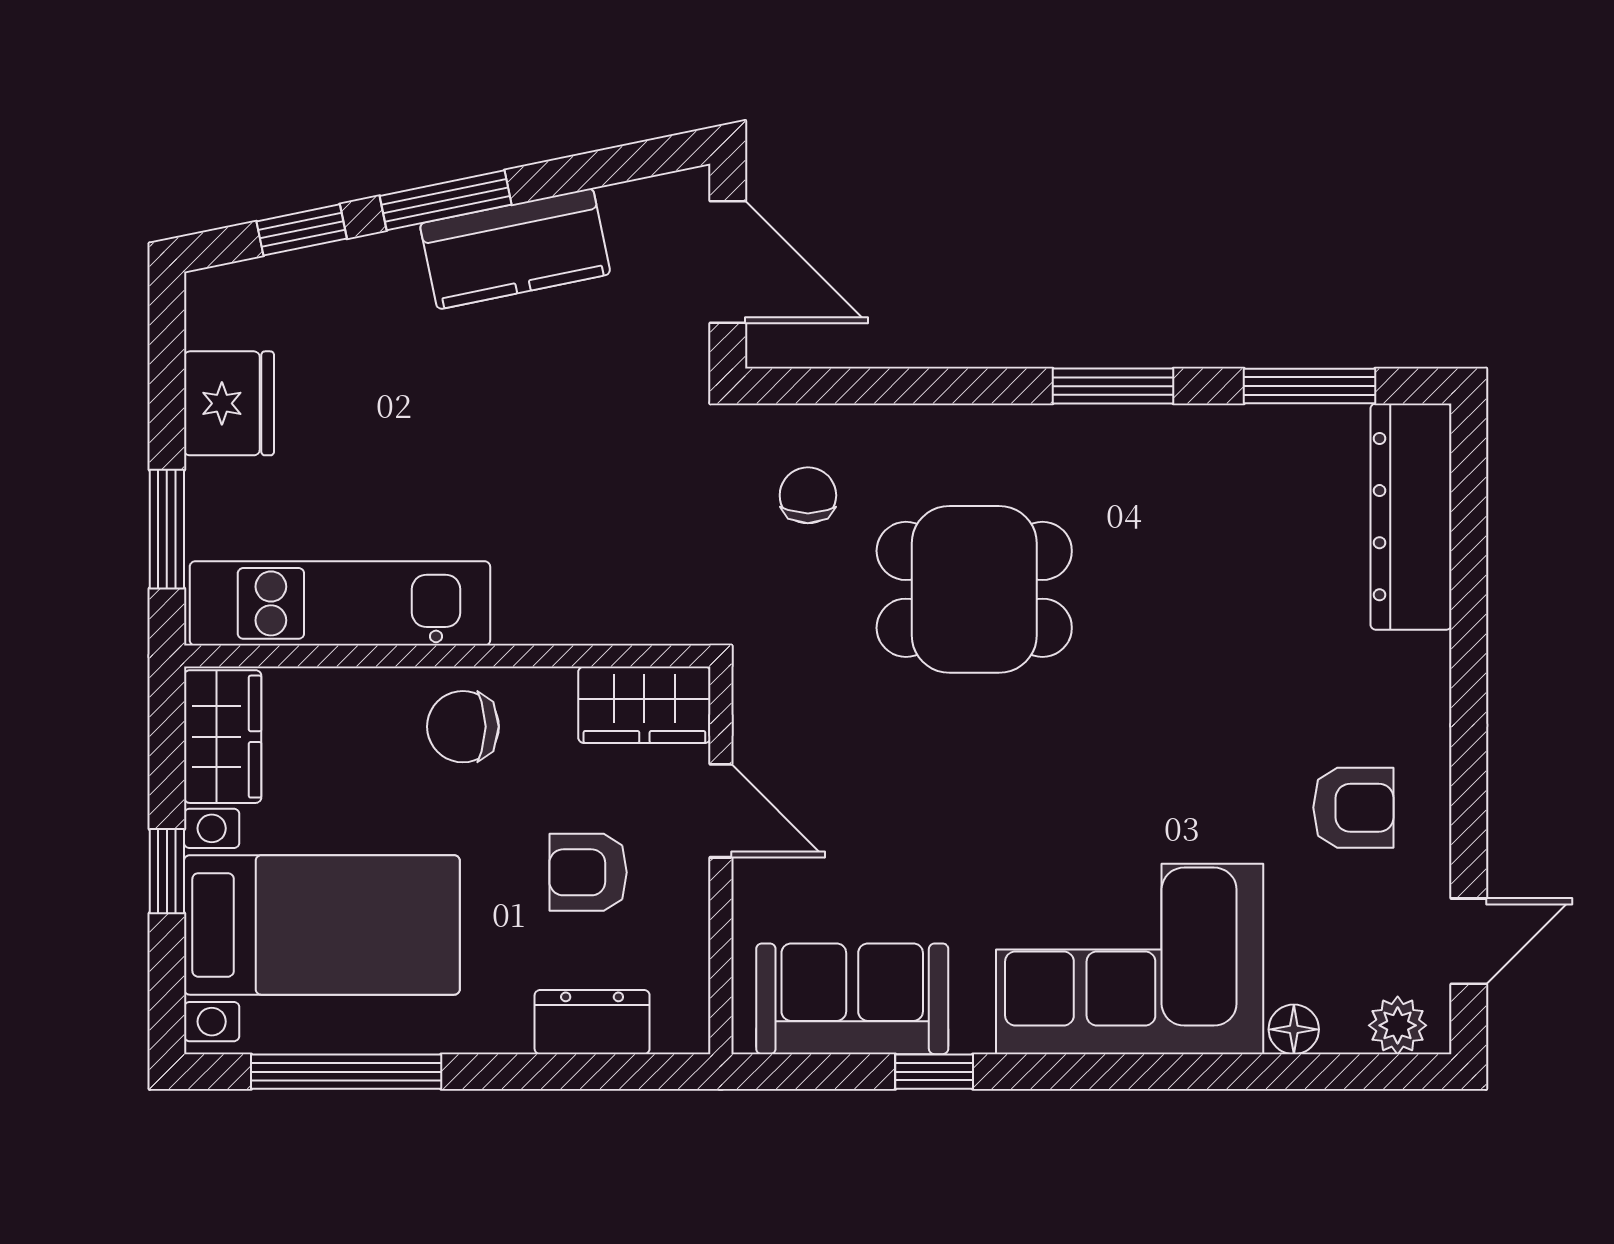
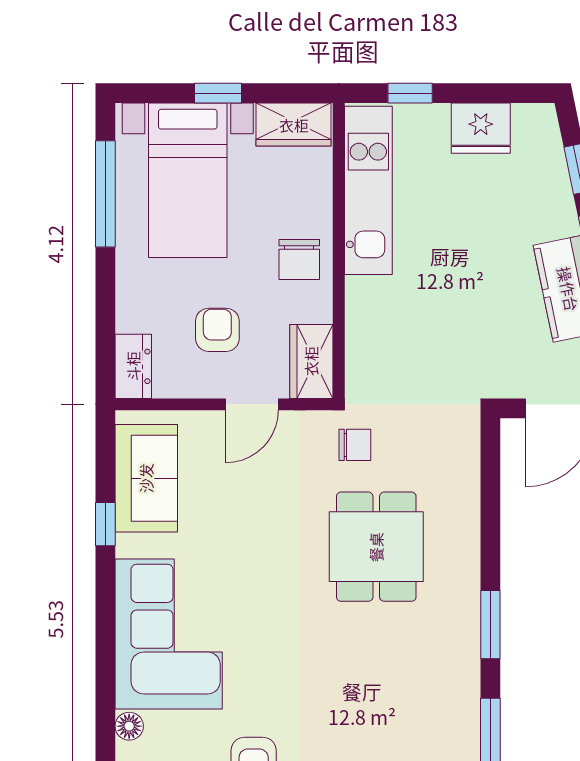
chair: (808, 495) -> (355, 445), moved
window: (167, 529) -> (410, 93), width x0.67
chair: (463, 727) -> (299, 260), turned 180
dresser: (592, 1022) -> (133, 366), moved

